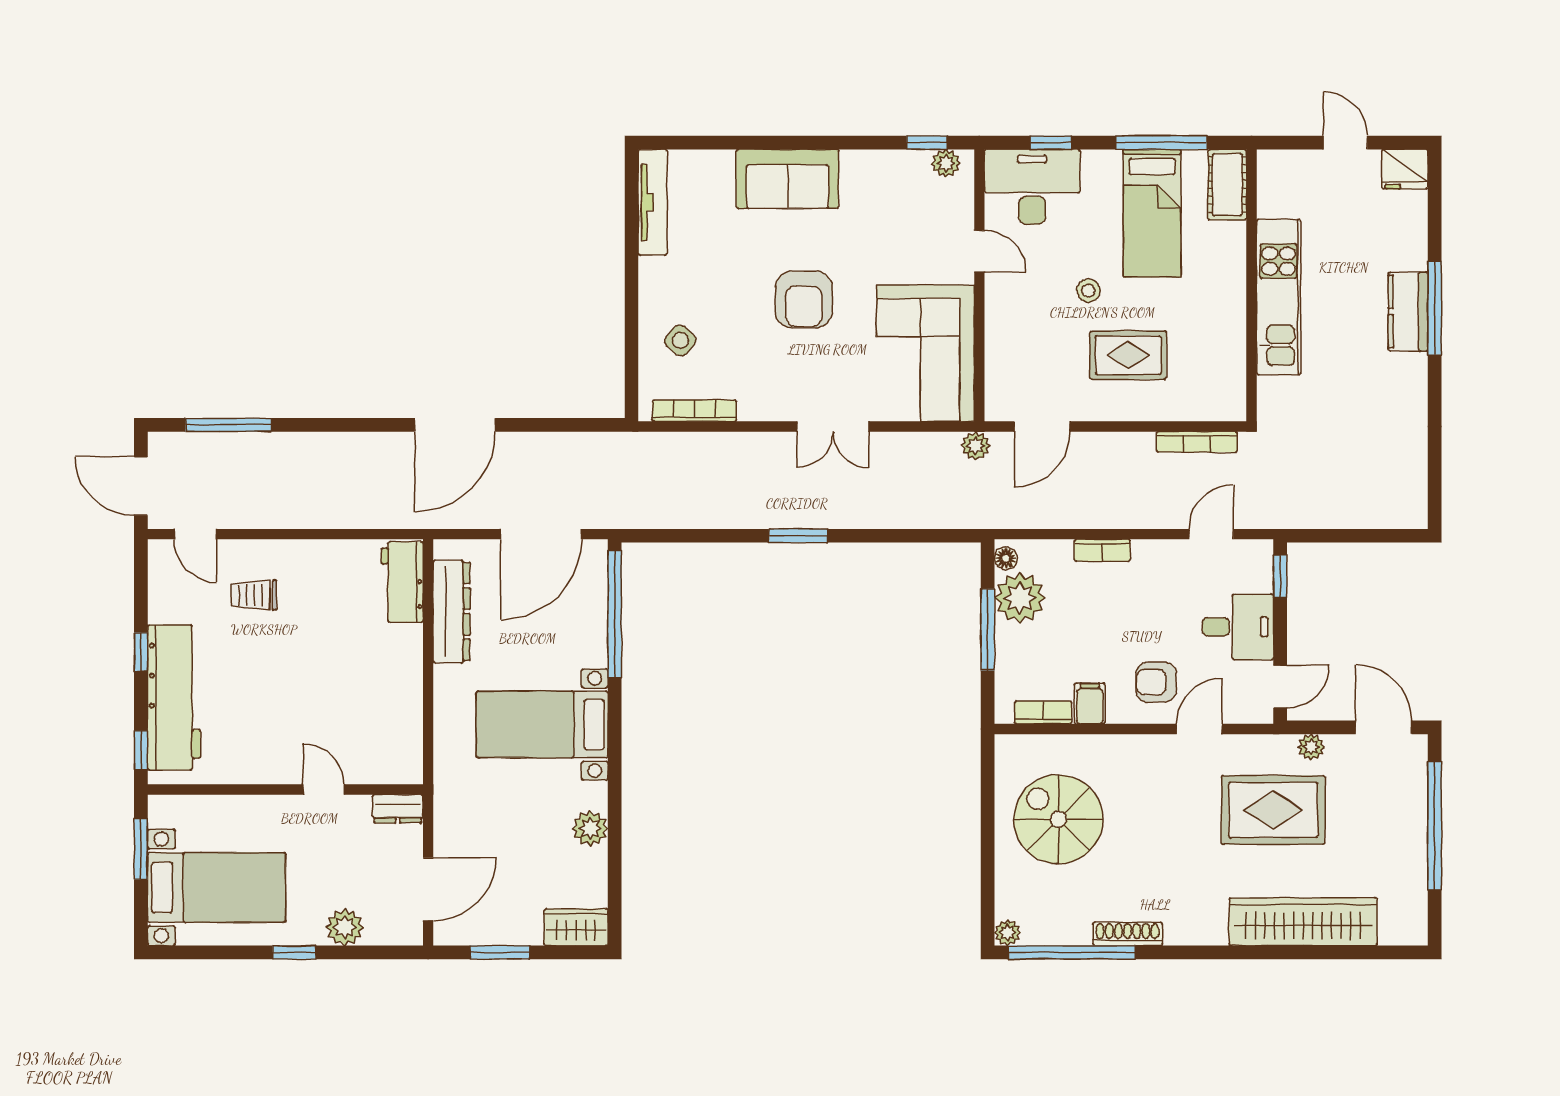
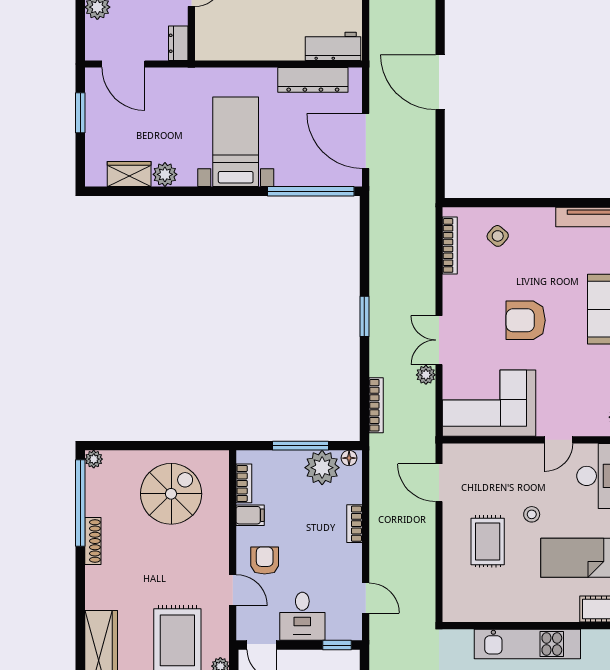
bookcase: (1197, 442) -> (376, 405), moved, turned 180
plant: (976, 446) -> (426, 375), moved
wardrobe: (576, 927) -> (129, 174), moved, turned -90

